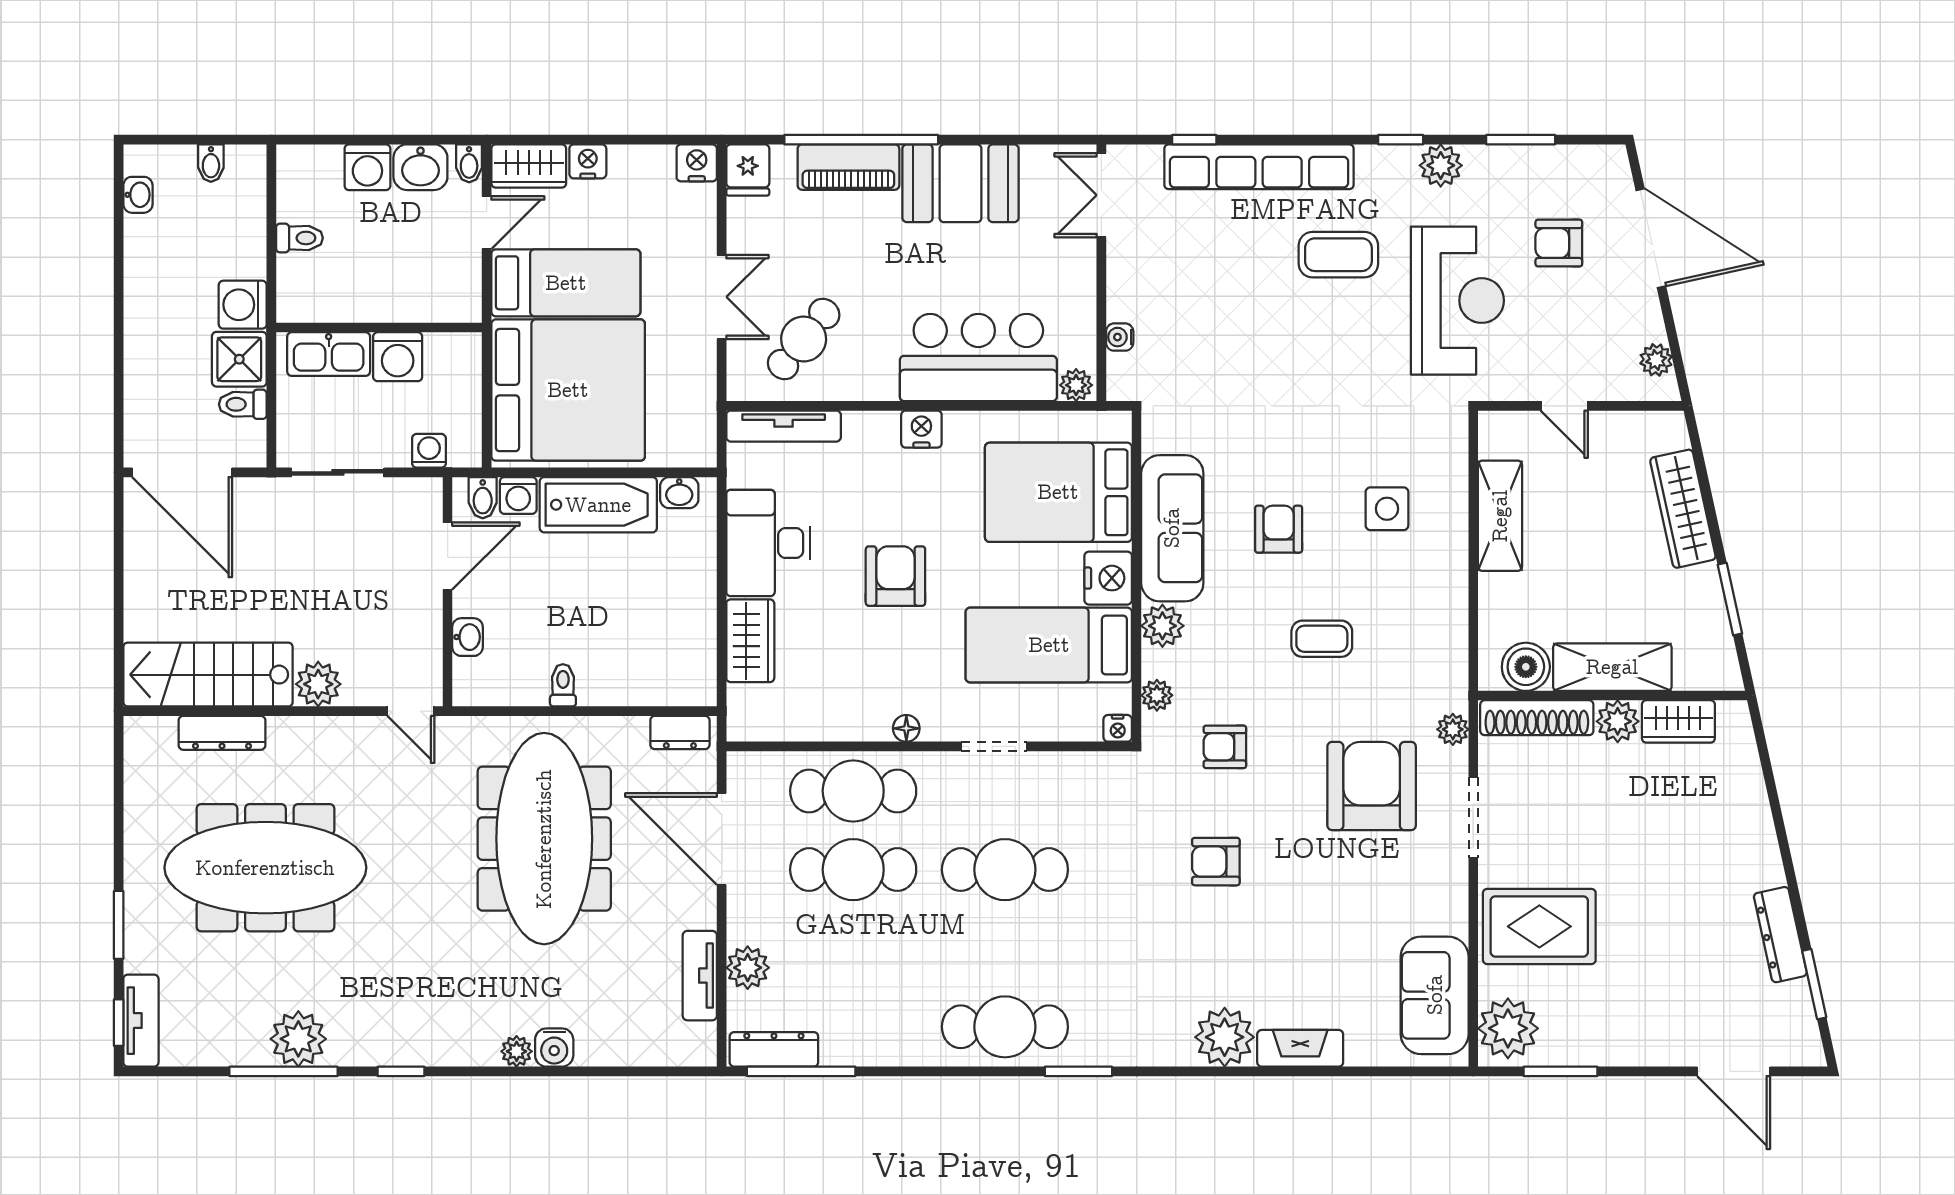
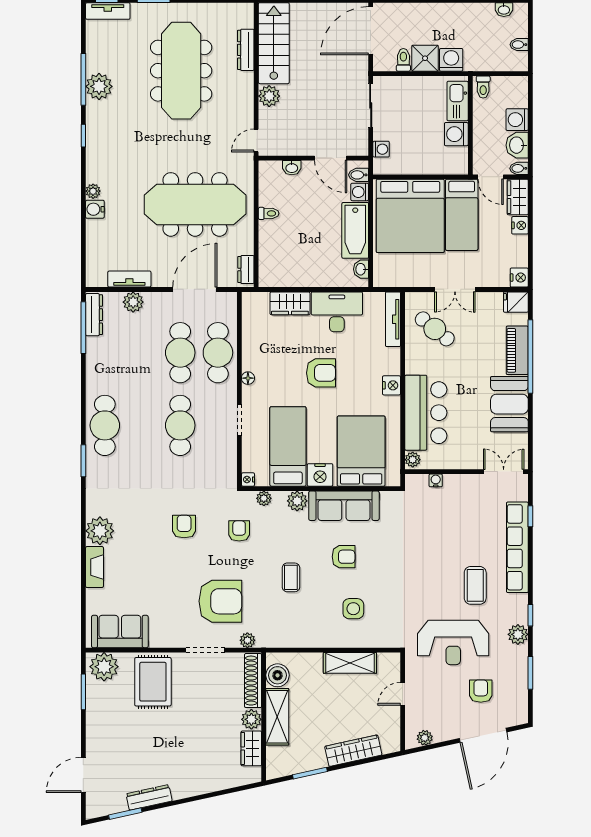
wall: (379, 328) -> (470, 125), moved
kitchen sink: (329, 354) -> (458, 101), moved
washing machine: (398, 357) -> (456, 134), moved

